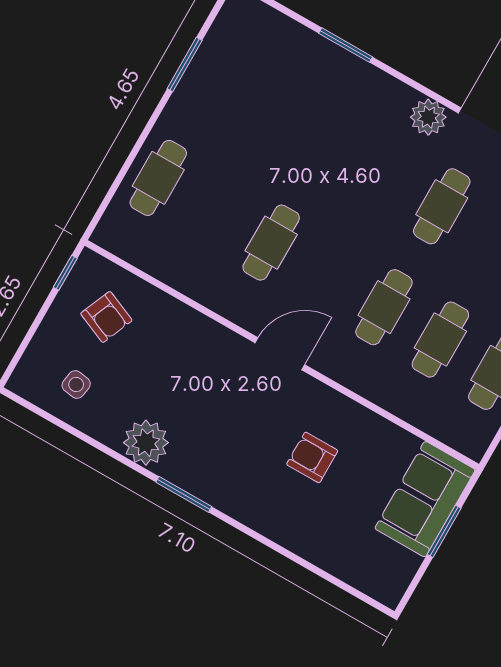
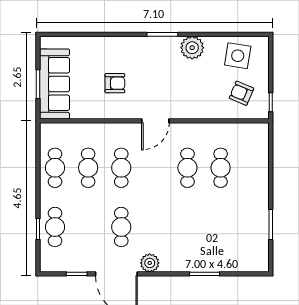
cafe table: (158, 178) -> (221, 168), moved
side table: (76, 385) -> (238, 56), width x1.87, depth x1.87
sofa: (425, 499) -> (55, 84), width x1.36

